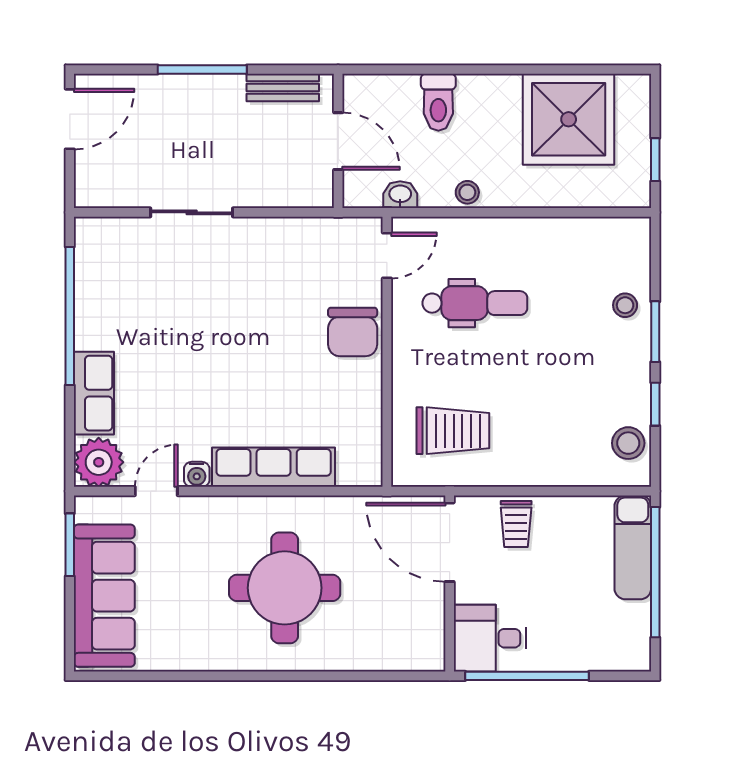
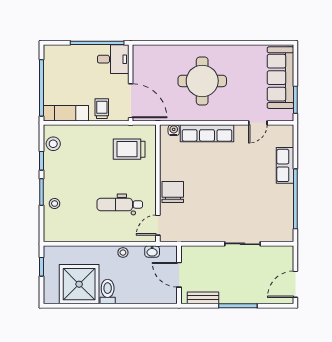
toilet: (438, 102) -> (108, 292), moved
plant: (99, 462) -> (283, 135), removed
water cooler: (197, 474) -> (174, 130), moved
exam couch: (633, 547) -> (66, 113), moved, turned -90

